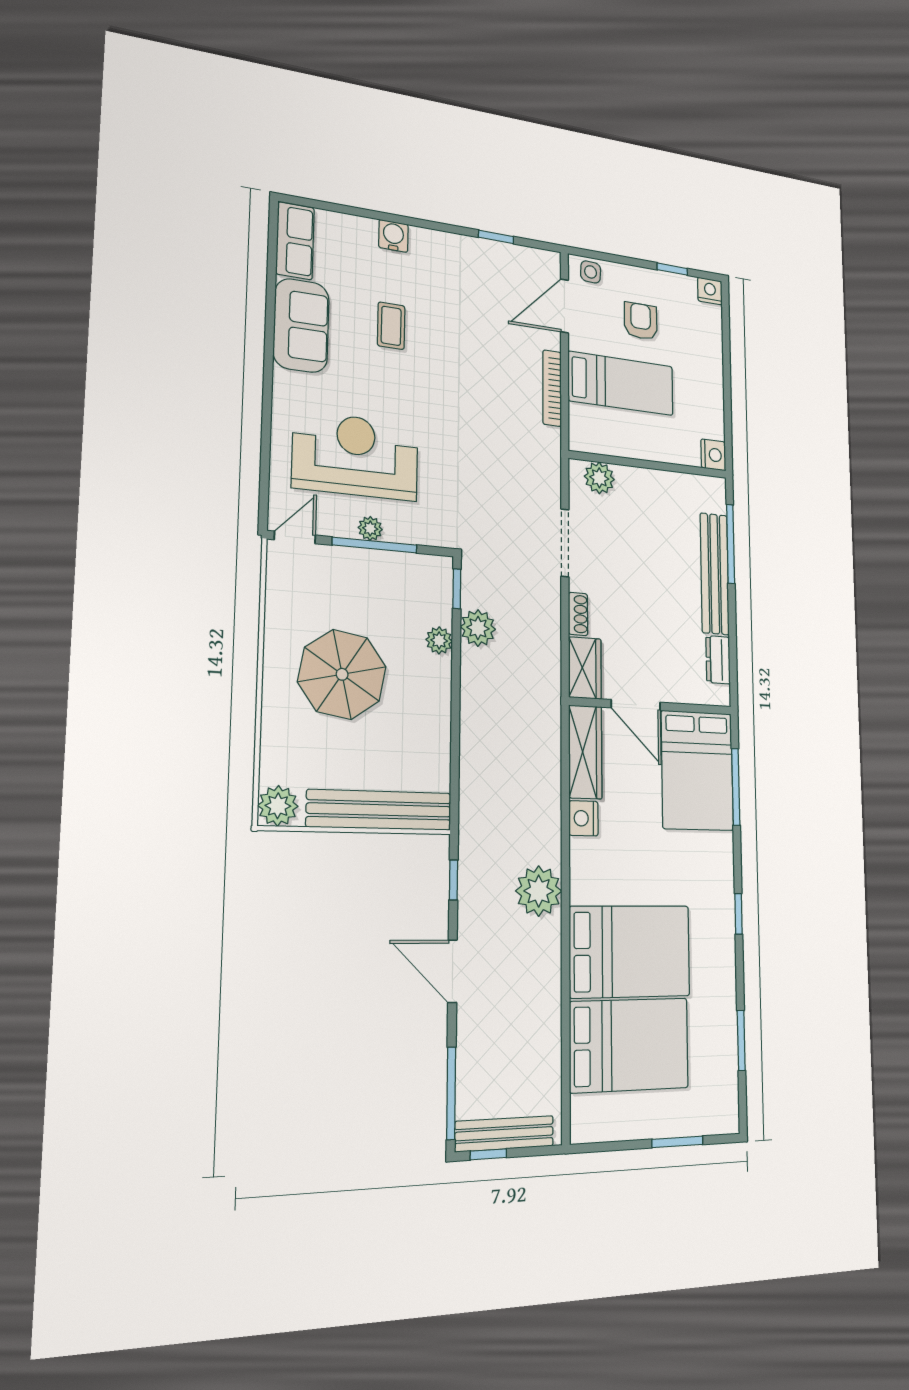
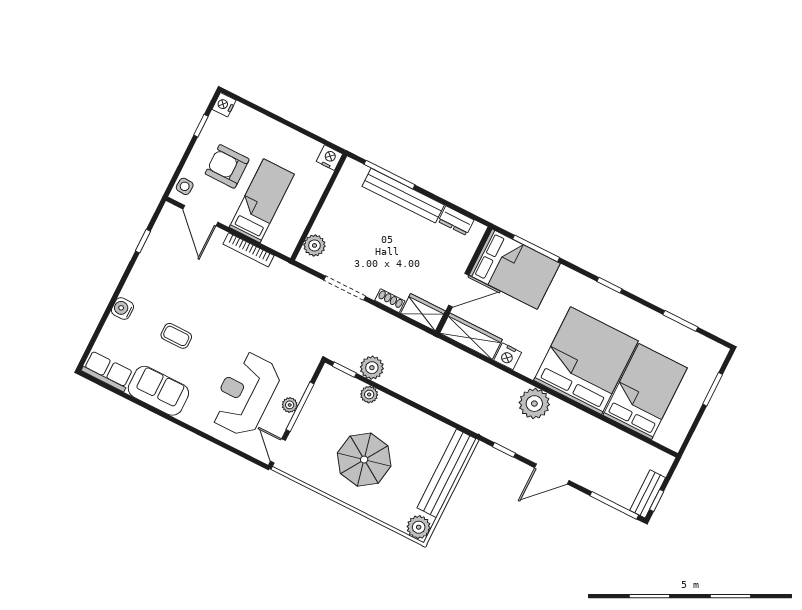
armchair: (641, 321) -> (227, 166), width x1.38, depth x1.38
bed: (630, 951) -> (586, 361), width x1.36
bench: (504, 1134) -> (648, 494), width x0.73

